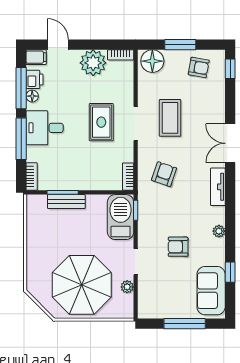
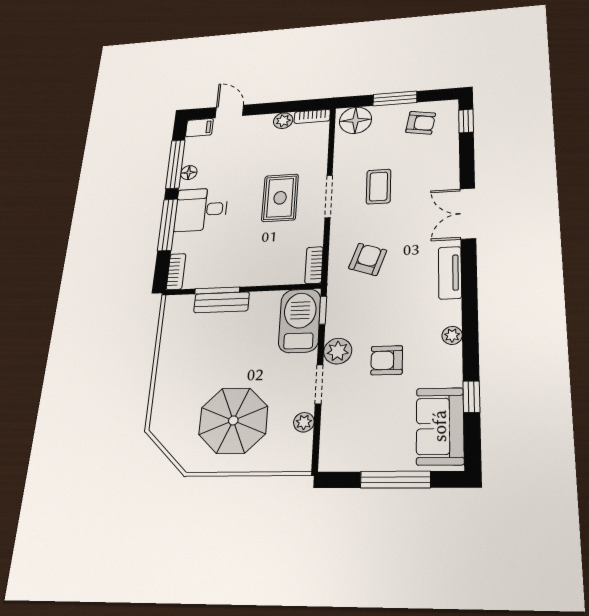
plant: (93, 63) -> (283, 121), width x0.53, depth x0.53
printer: (35, 79) -> (194, 153), removed
coffee table: (170, 118) -> (379, 187), width x0.73, depth x0.77
plant: (147, 239) -> (338, 351), added
parasol: (82, 285) -> (233, 420), width x0.73, depth x0.73

